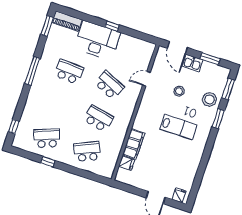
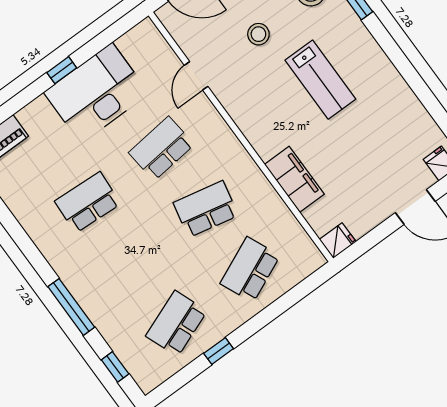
desk: (97, 40) -> (96, 93), moved
window: (32, 71) -> (71, 307), moved
school desk: (109, 85) -> (161, 149), turned -30
lab bench: (178, 127) -> (320, 80), turned 90
fridge: (127, 163) -> (338, 241), moved

